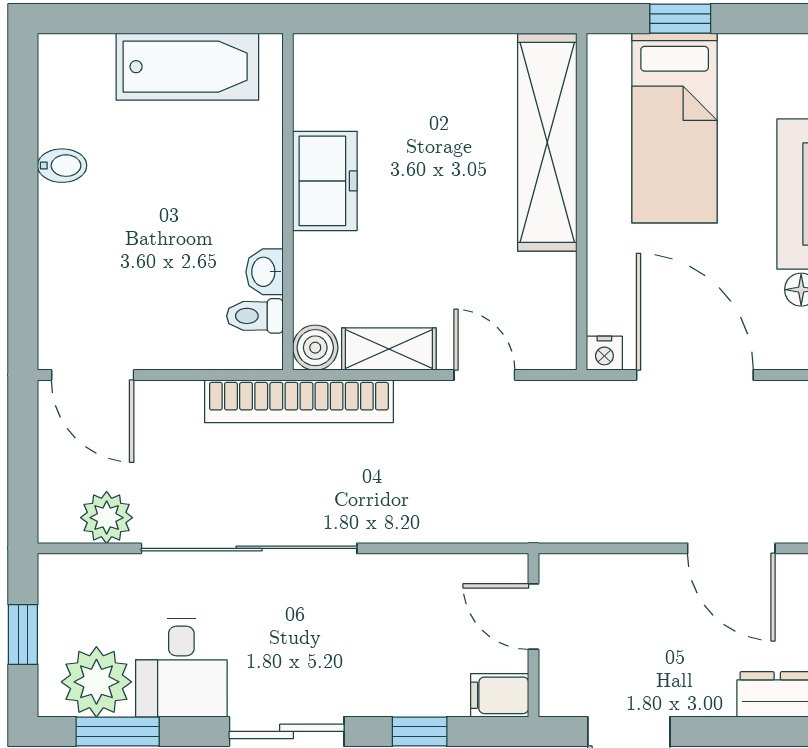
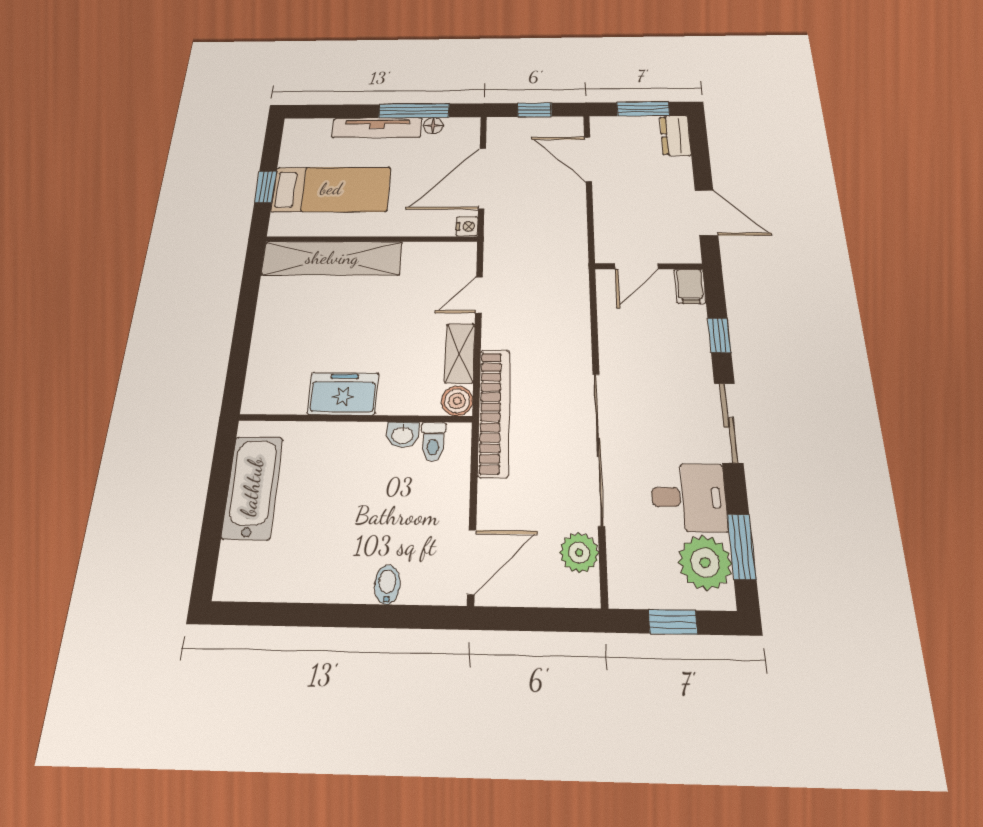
bidet: (62, 166) -> (387, 585), moved
door: (731, 548) -> (588, 159), swing flipped

